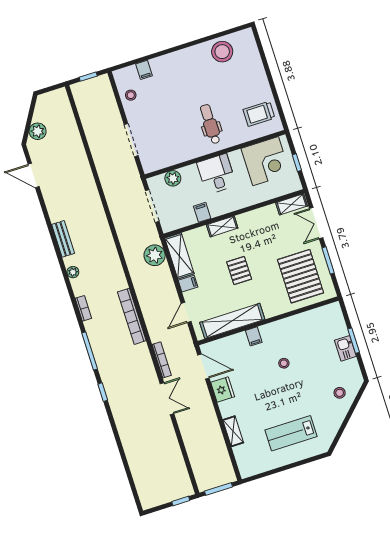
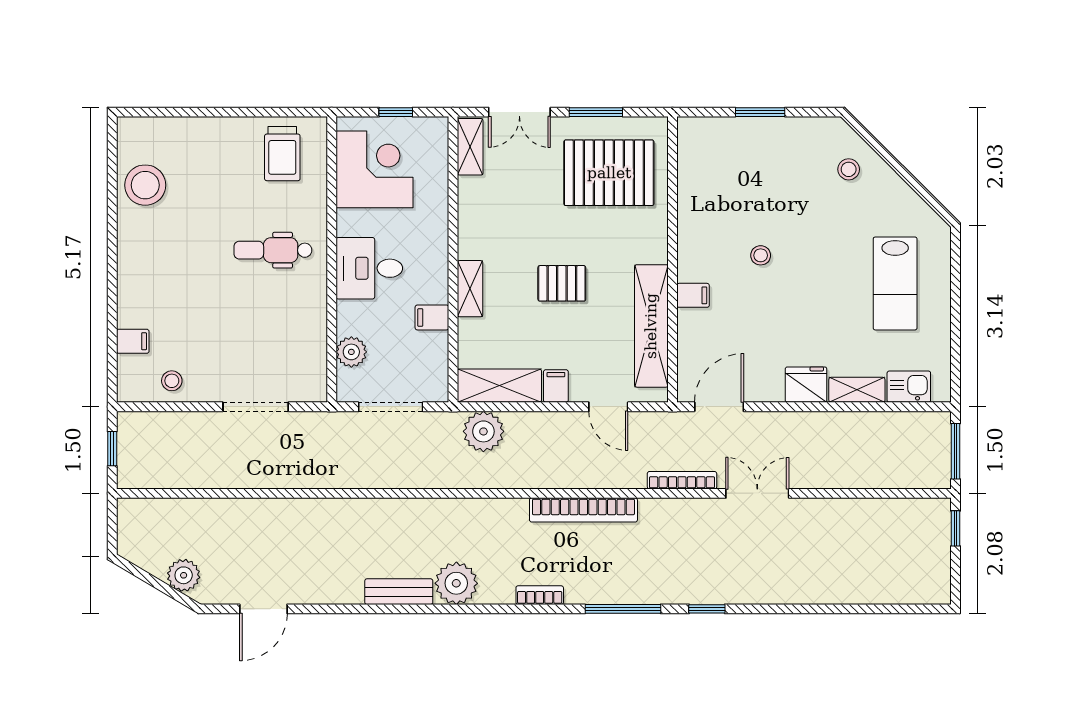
plant: (73, 272) -> (456, 583), width x1.88, depth x1.88
kitchen sink: (345, 348) -> (909, 387), moved, turned 180
fridge: (223, 390) -> (806, 385), moved

